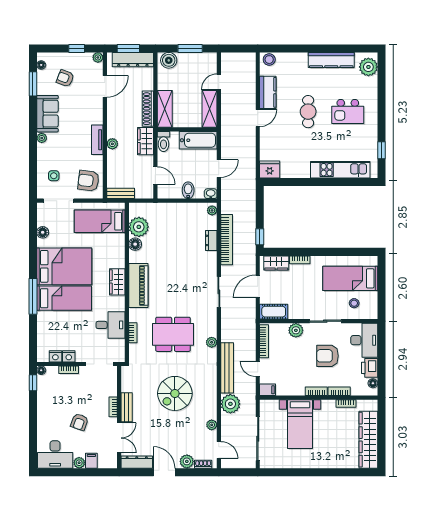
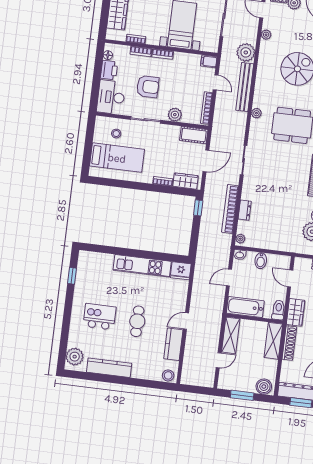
kitchen unit: (340, 170) -> (142, 266), moved

